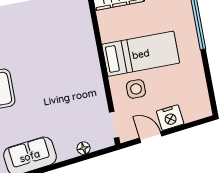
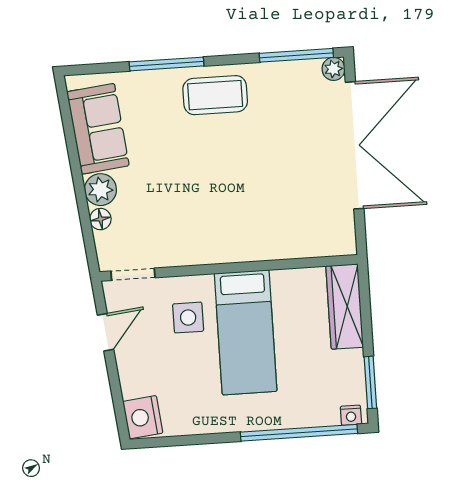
nightstand: (170, 118) -> (143, 417), moved
plant: (66, 150) -> (100, 190), added

